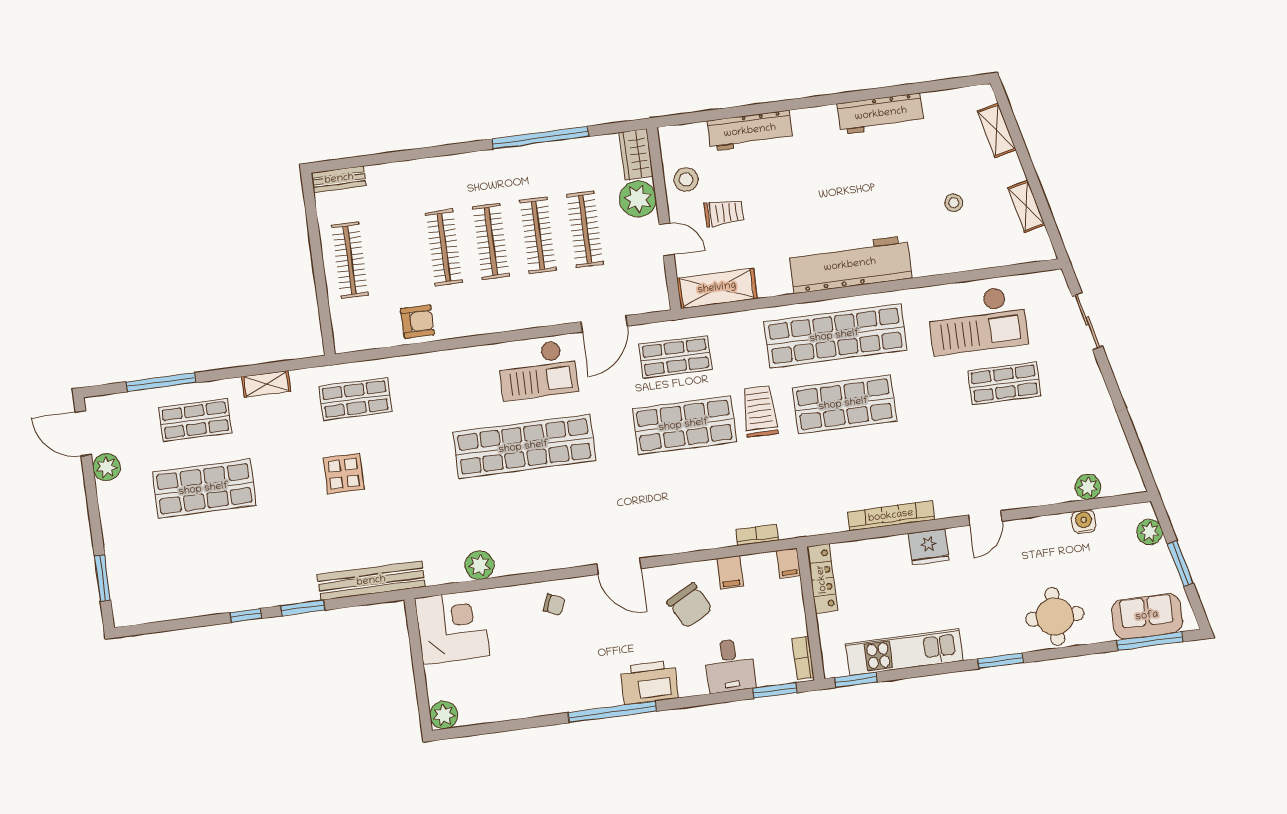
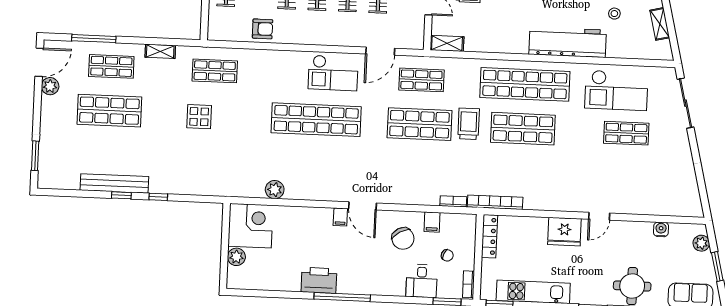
workbench: (850, 265) -> (568, 42), moved
shelving: (717, 288) -> (447, 43), width x0.67, depth x0.75
sliding door: (1087, 321) -> (686, 103), width x1.37
door: (83, 433) -> (39, 62), swing flipped
plant: (1088, 487) -> (667, 208), removed
bookcase: (891, 516) -> (495, 202), moved
fridge: (929, 547) -> (564, 232), width x1.36, depth x1.34
filing cabinet: (788, 563) -> (340, 217), moved
bench: (371, 581) -> (114, 183), moved
chair: (554, 605) -> (447, 255), moved
window: (303, 608) -> (158, 197), width x0.67
printer: (649, 682) -> (319, 280), moved
plant: (444, 715) -> (236, 257), moved

